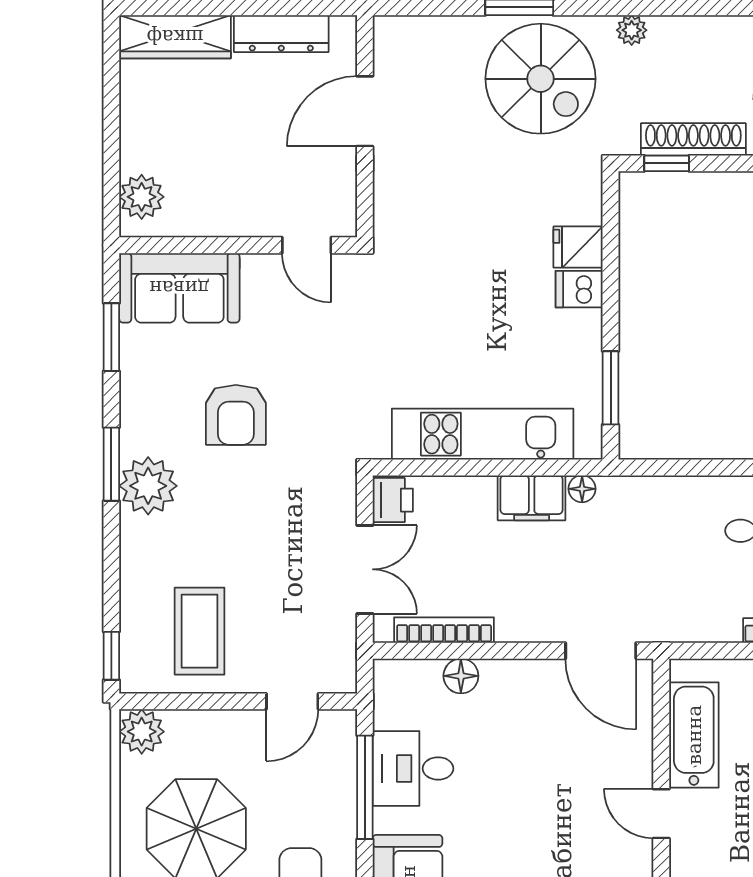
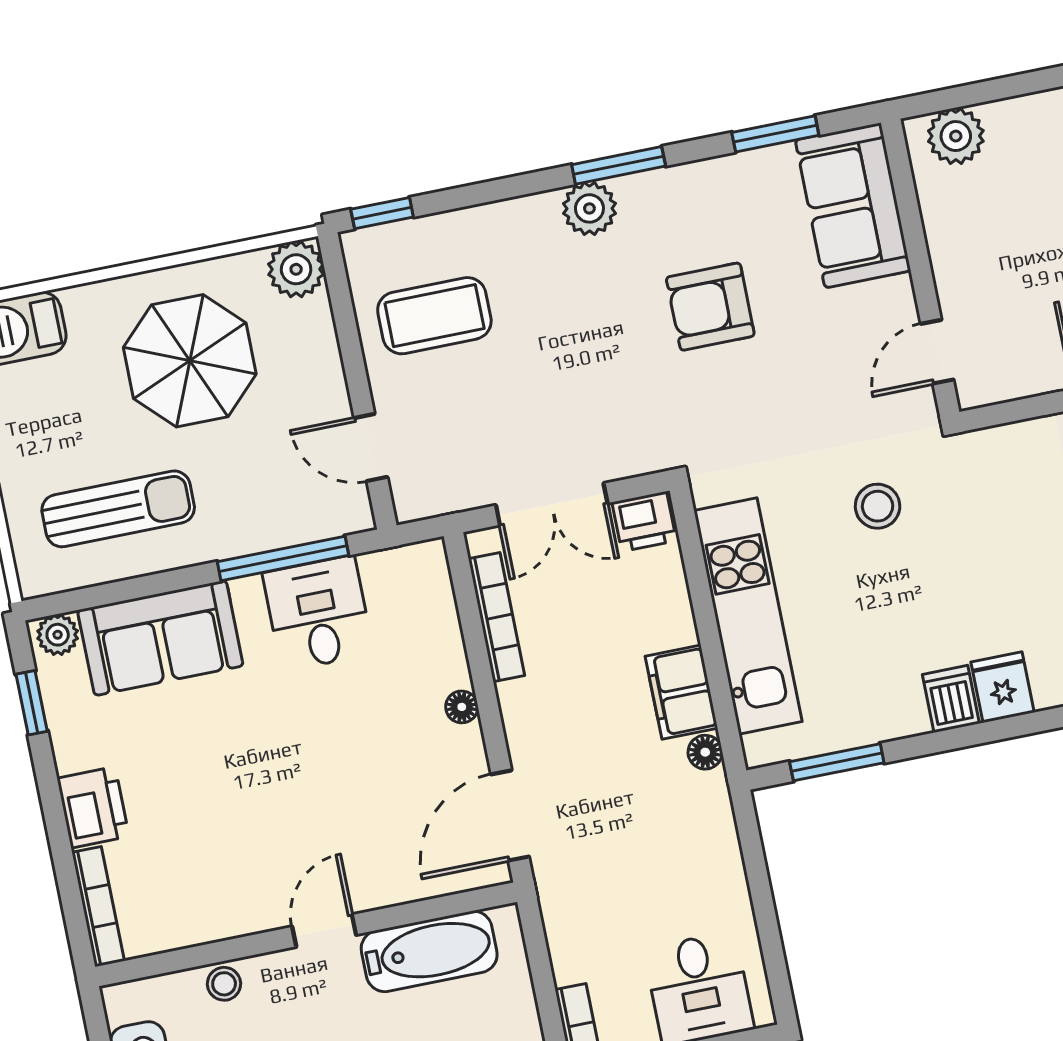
stool: (418, 316) -> (878, 506), added
plant: (148, 486) -> (589, 208), width x0.73, depth x0.73
floor lamp: (461, 676) -> (462, 707), moved, width x0.73, depth x0.73

